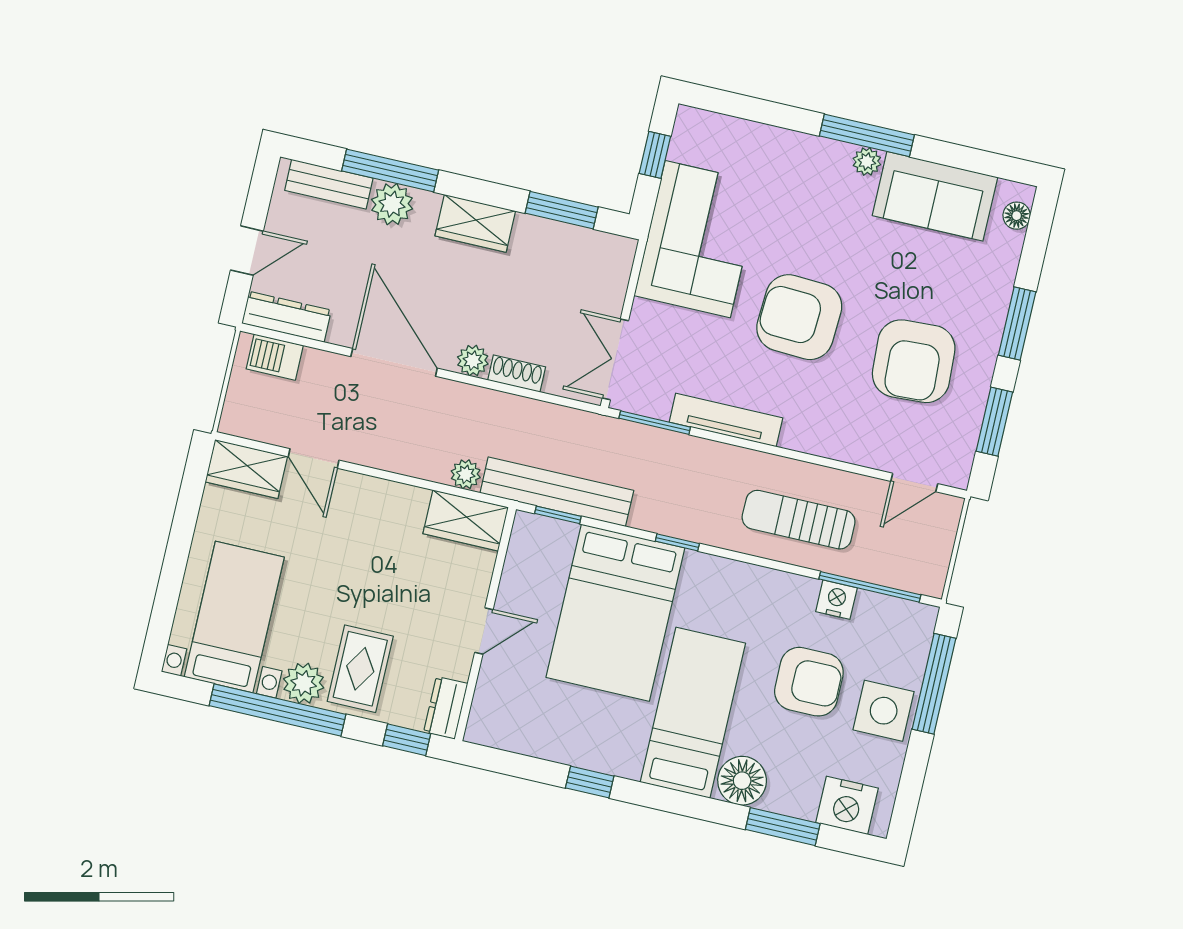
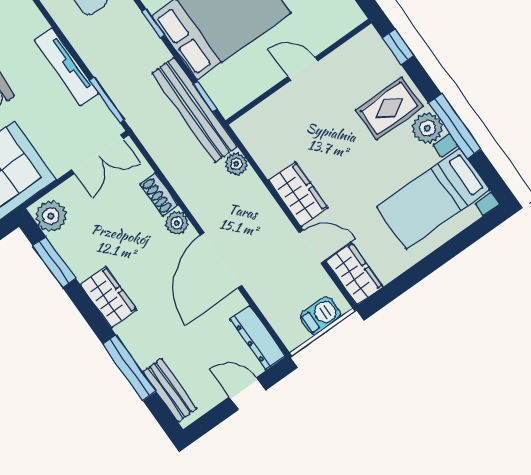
plant: (392, 204) -> (51, 216), moved
barbecue: (275, 357) -> (320, 316), moved, turned -90
door: (314, 458) -> (312, 247), hinge flipped
wardrobe: (466, 520) -> (298, 194), moved
dresser: (446, 708) -> (361, 45), removed
window: (278, 710) -> (455, 126), width x0.68

